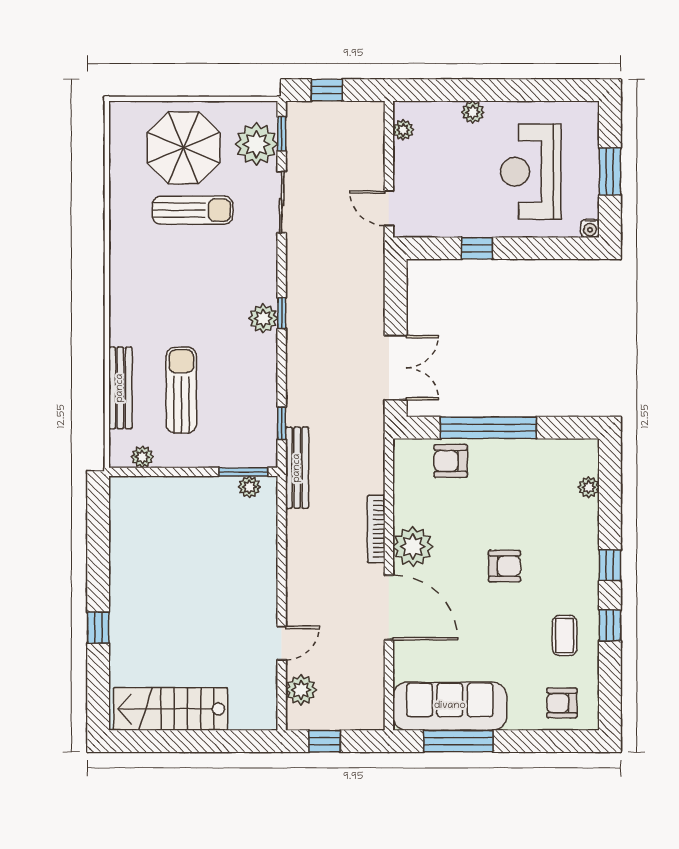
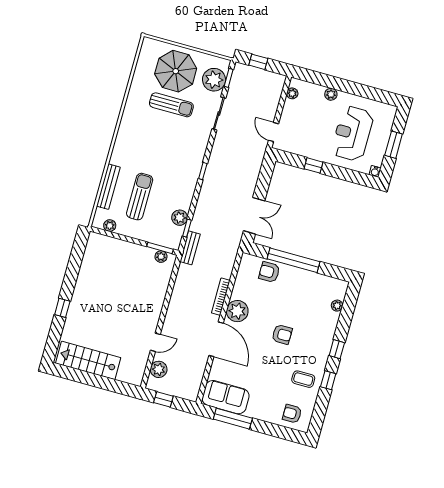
plant: (263, 318) -> (180, 218), moved
bench: (297, 468) -> (190, 248), width x0.73
coffee table: (565, 635) -> (303, 379), turned 90
sofa: (450, 706) -> (226, 397), width x0.73

